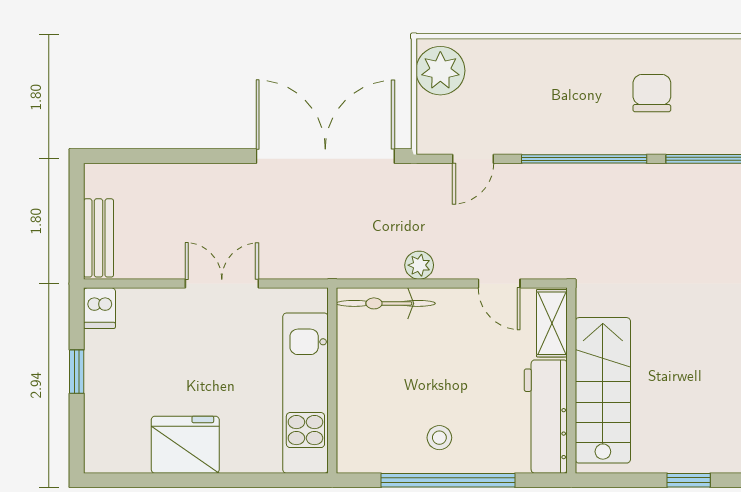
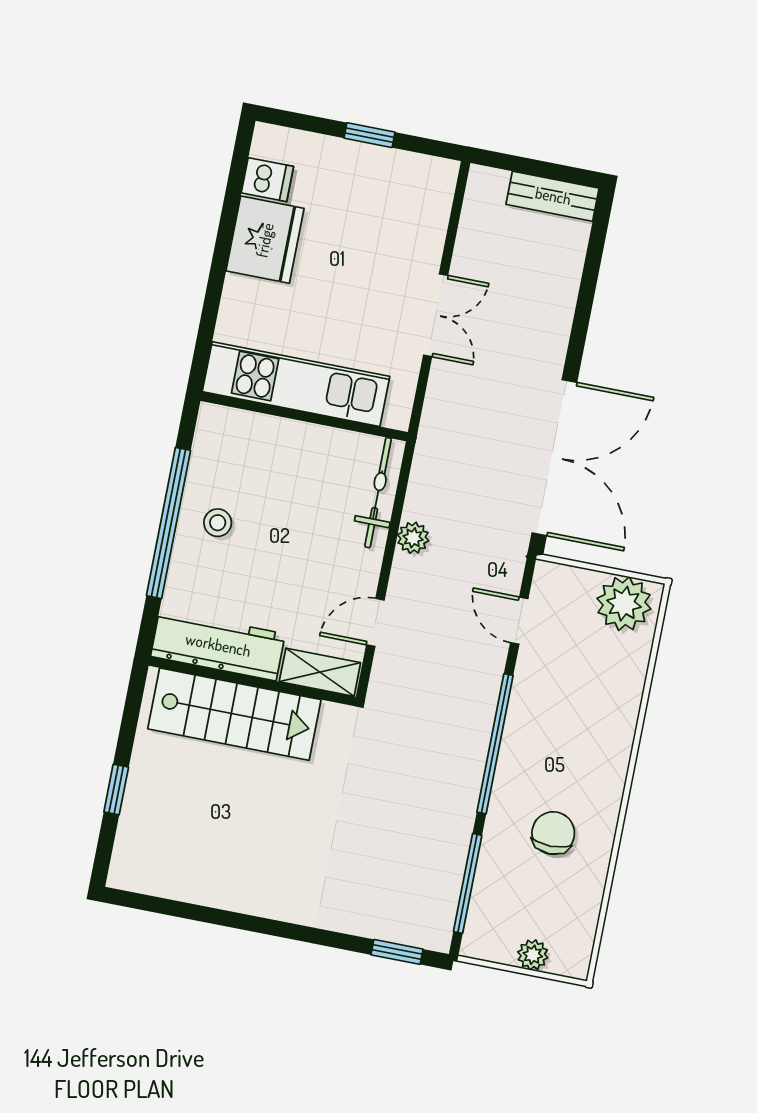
chair: (652, 93) -> (553, 833), turned -90
bench: (99, 238) -> (553, 196), moved
dishwasher: (99, 308) -> (267, 180), moved, turned 180

